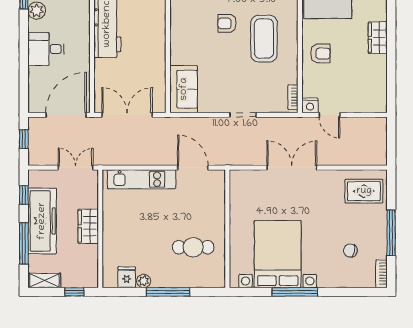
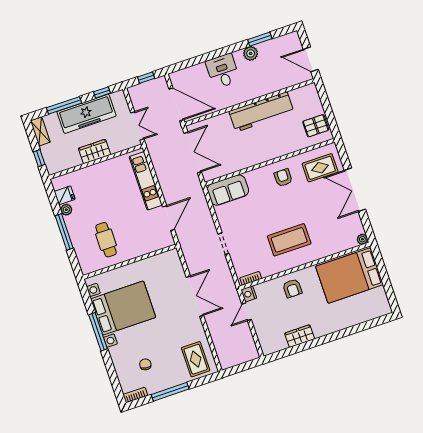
armchair: (227, 23) -> (283, 178), moved
wardrobe: (378, 38) -> (300, 336), moved

